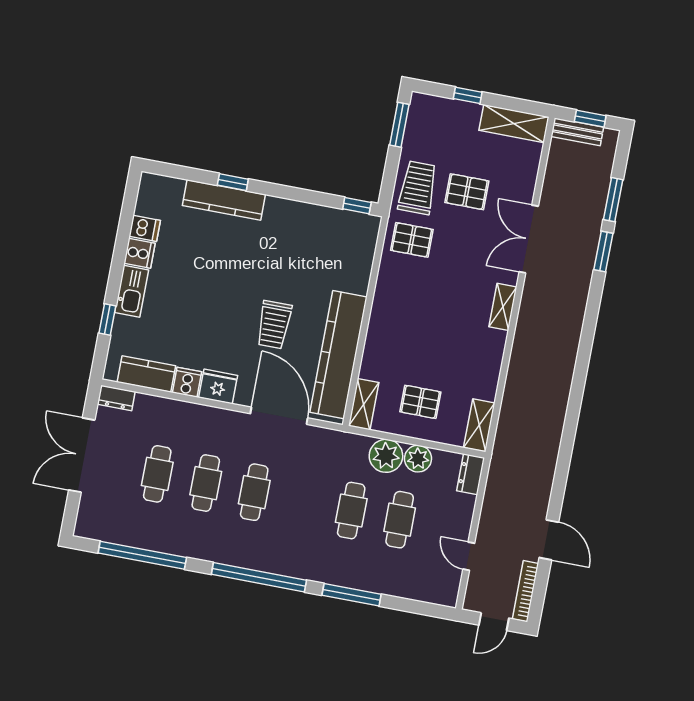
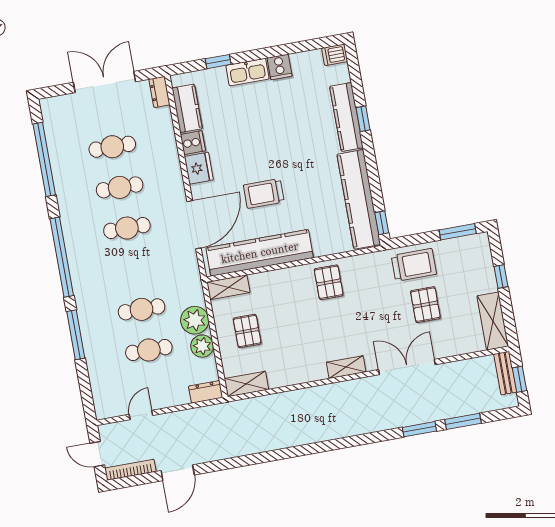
kitchen counter: (321, 221) -> (359, 199), added
dishwasher: (145, 228) -> (335, 55), moved, turned 90
pallet: (412, 240) -> (329, 282), moved

